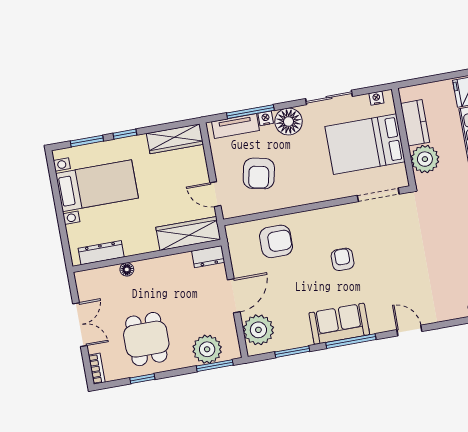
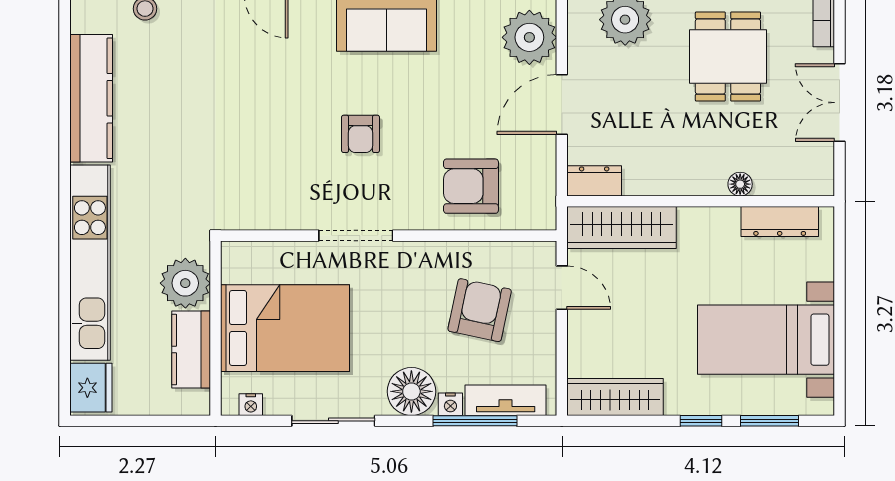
doorway: (378, 195) -> (356, 236), moved

